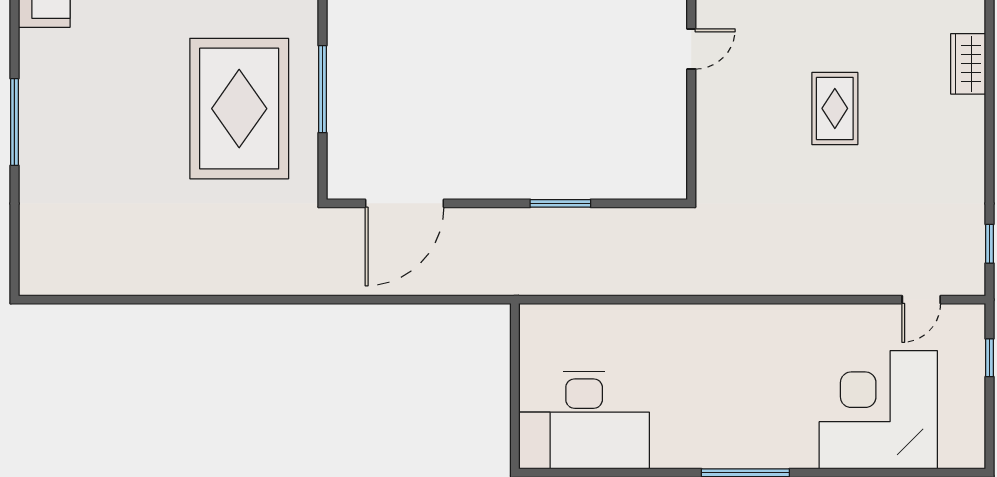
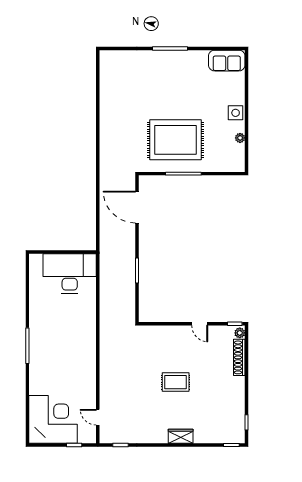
wardrobe: (968, 64) -> (181, 436), moved
corner desk: (878, 410) -> (53, 419), moved
desk: (584, 420) -> (70, 273), moved, turned 90

